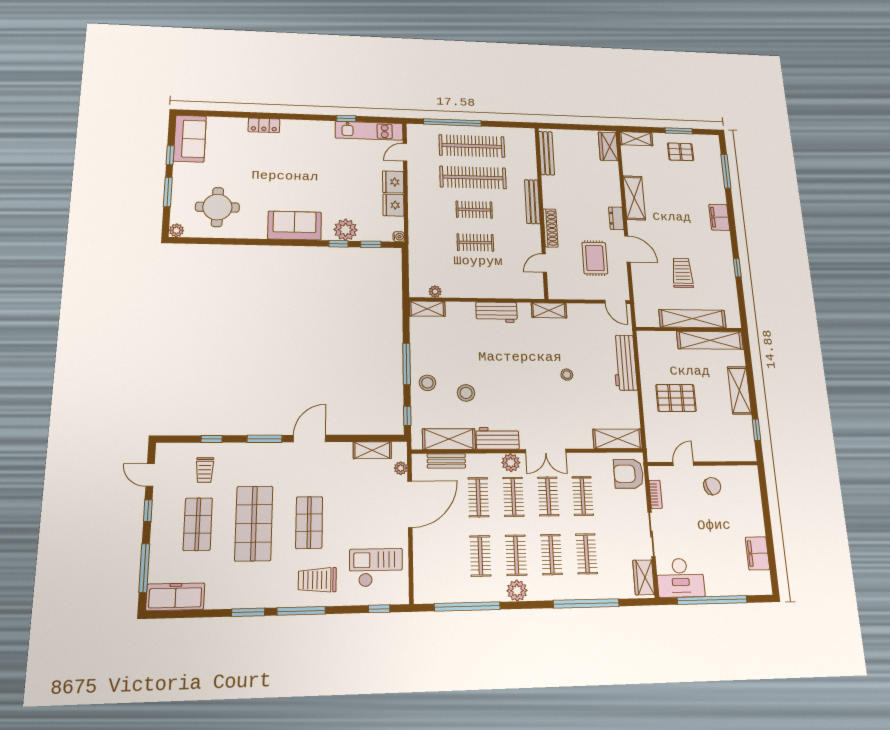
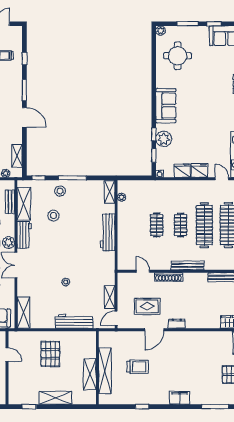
shelving: (634, 198) -> (192, 338), removed
shelving: (549, 310) -> (110, 297), moved
workbench: (496, 312) -> (108, 232), width x1.37
shelving: (710, 340) -> (90, 374), width x0.68

